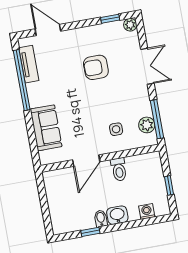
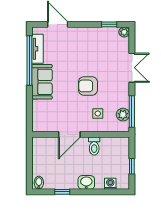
armchair: (96, 67) -> (88, 86), moved
sofa: (46, 128) -> (42, 82), moved
bidet: (101, 219) -> (39, 183), moved

